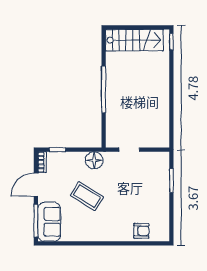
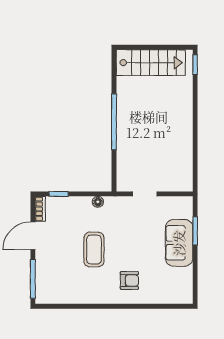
floor lamp: (94, 160) -> (98, 202), width x0.53, depth x0.53
coffee table: (87, 196) -> (94, 250), turned 58
sofa: (49, 222) -> (179, 243), moved, turned 180
armchair: (141, 231) -> (129, 281), moved

